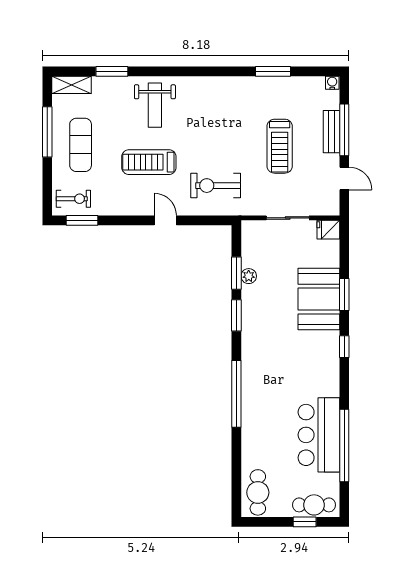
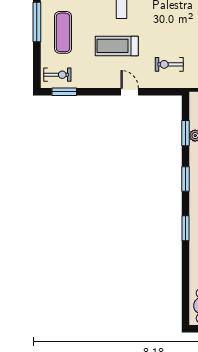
exercise bike: (216, 186) -> (169, 64), width x0.73, depth x0.72
window: (236, 315) -> (186, 179), moved
window: (236, 394) -> (186, 228), width x0.47

